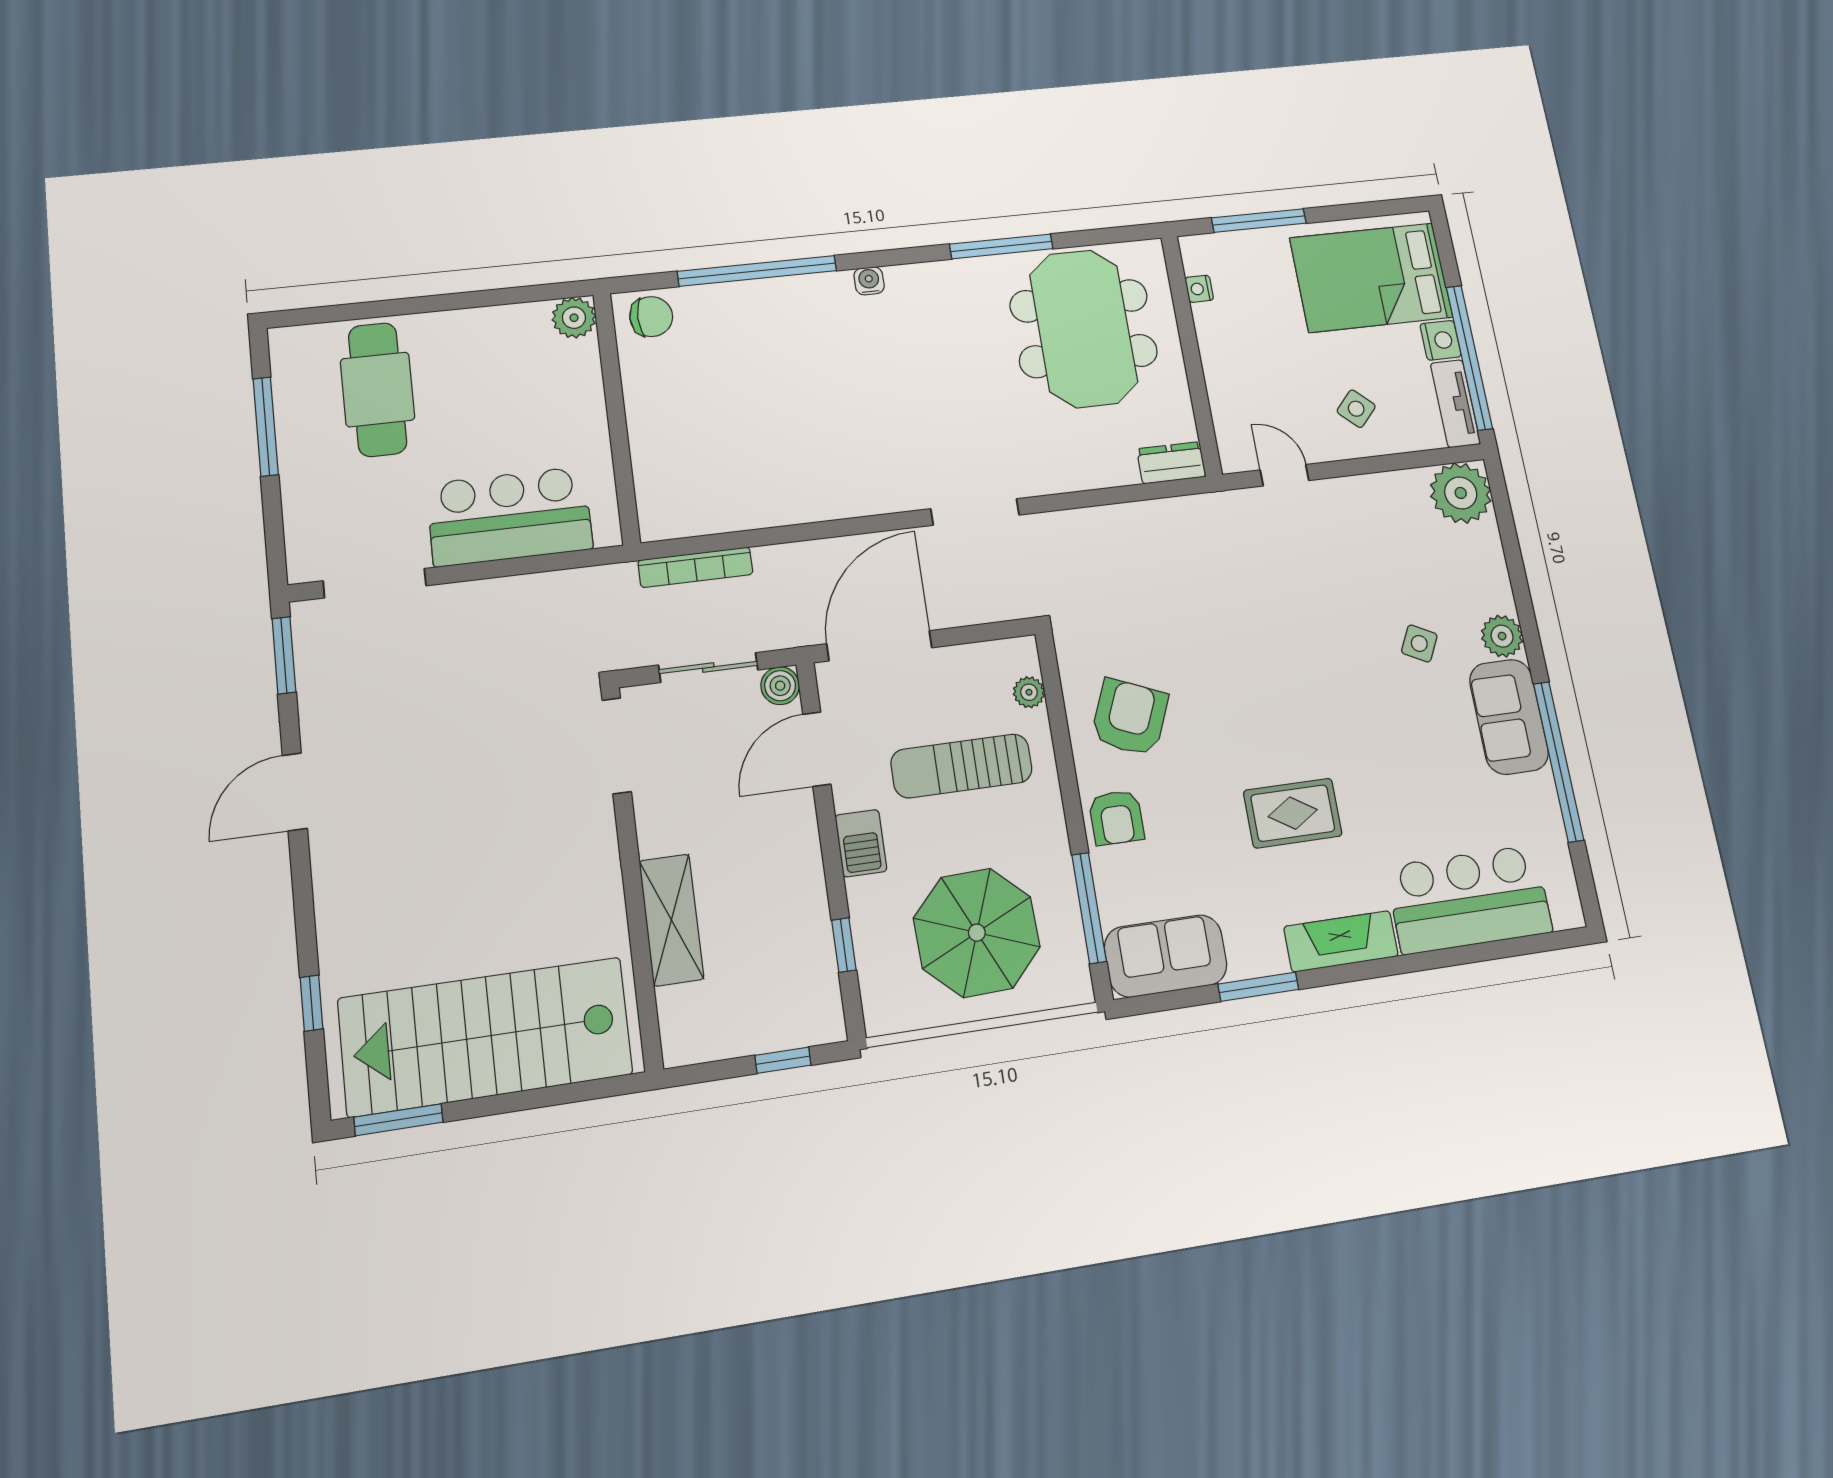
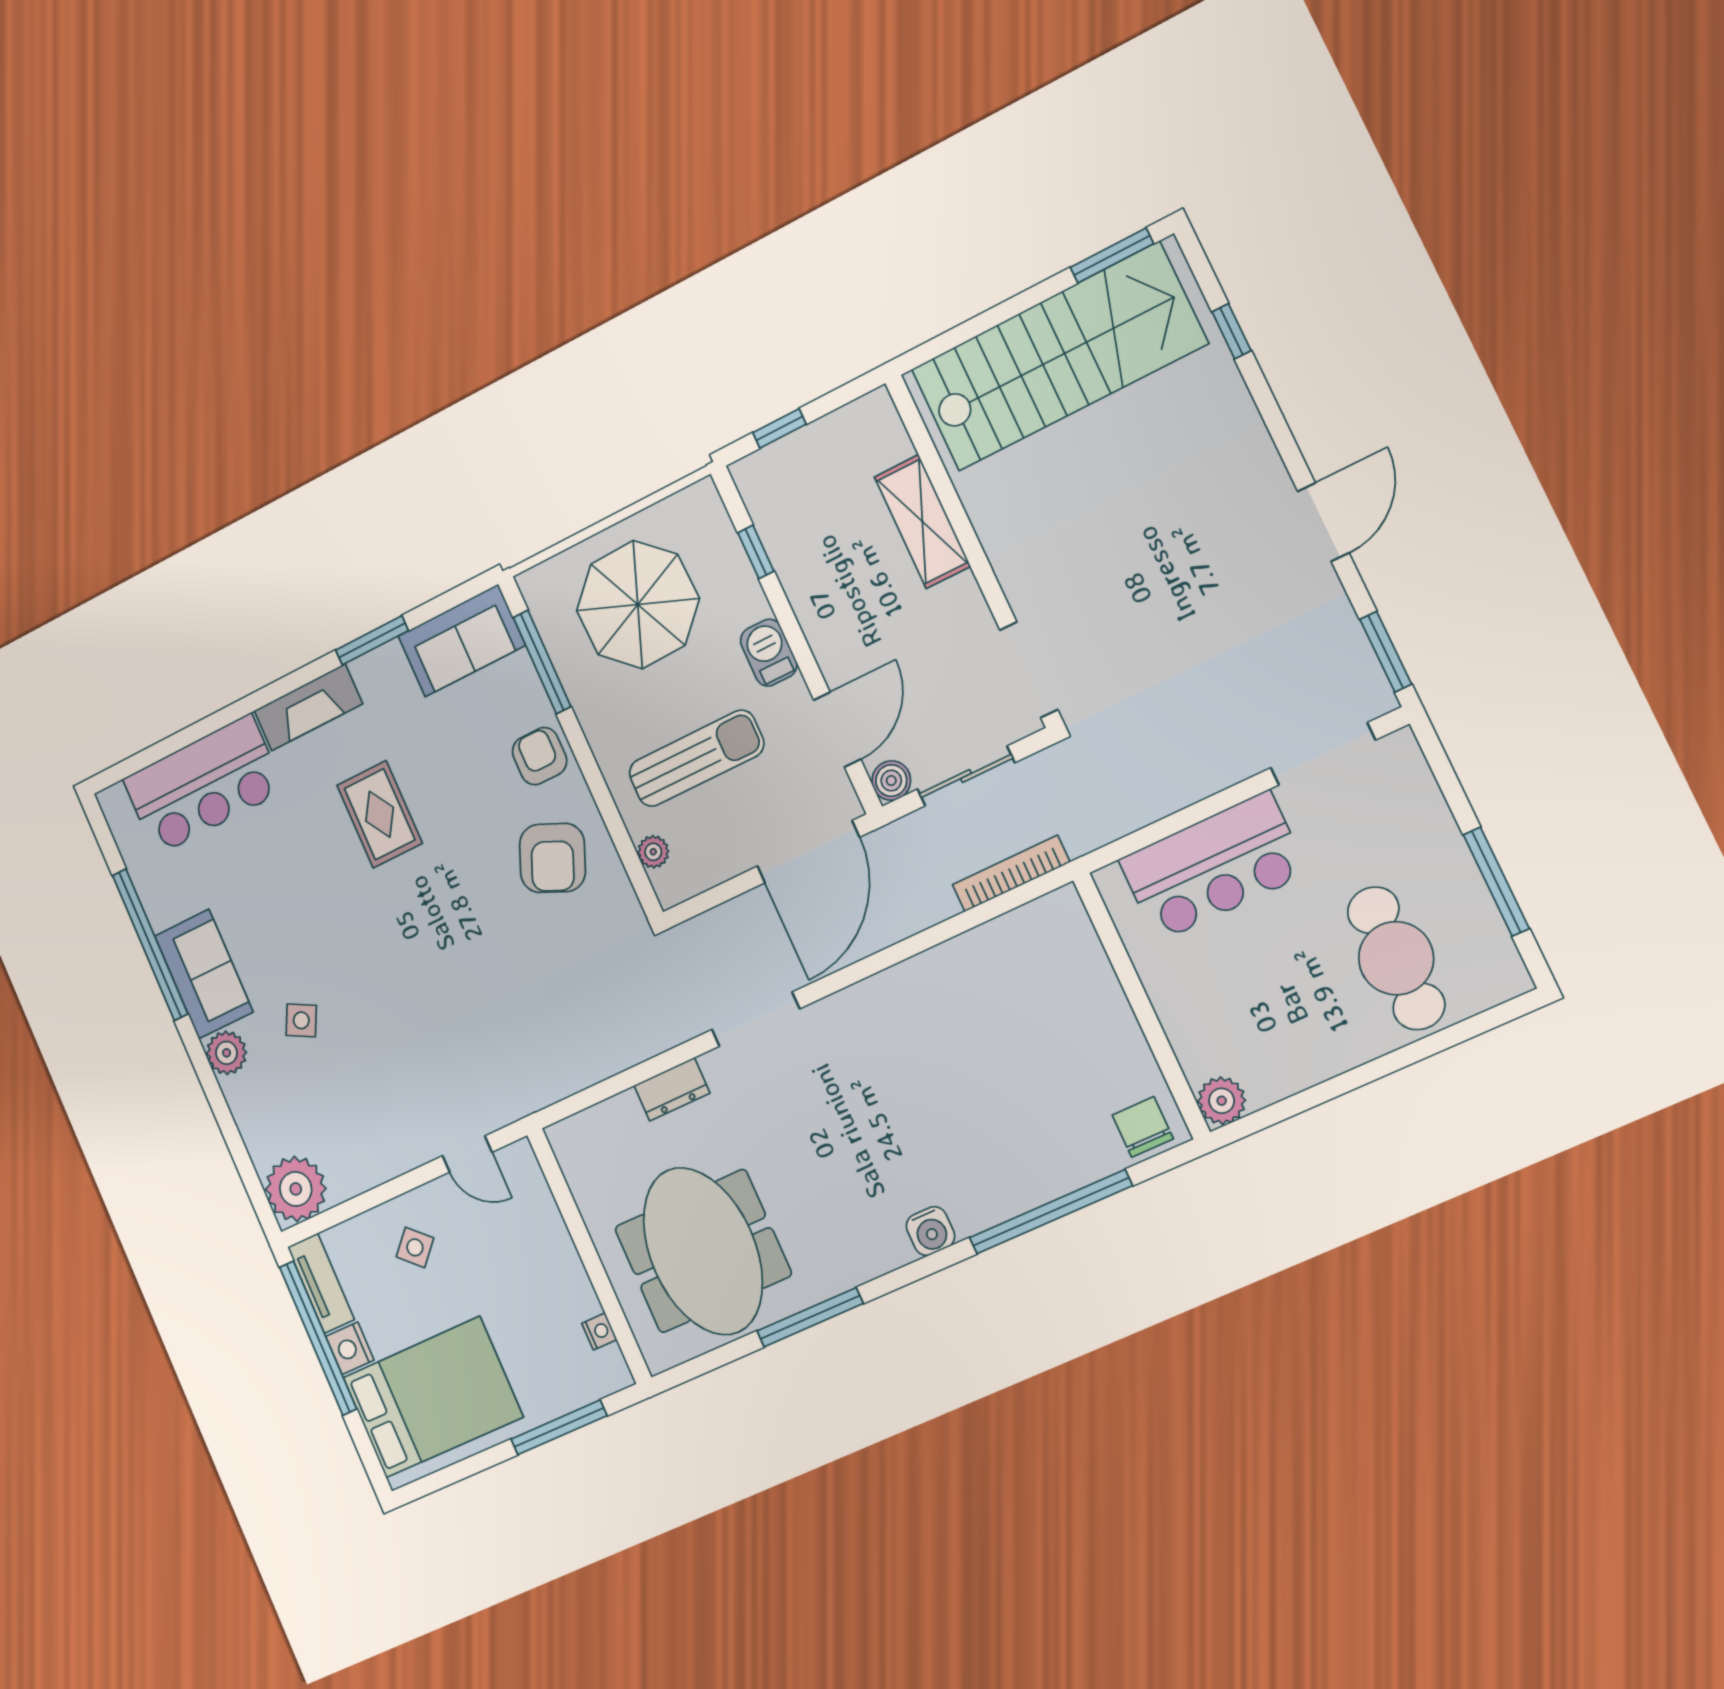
water cooler: (869, 281) -> (930, 1231), width x1.38, depth x1.38
chair: (651, 317) -> (1143, 1127), turned 90
dresser: (1171, 463) -> (672, 1089), moved
rug: (1293, 813) -> (380, 814), turned 90

